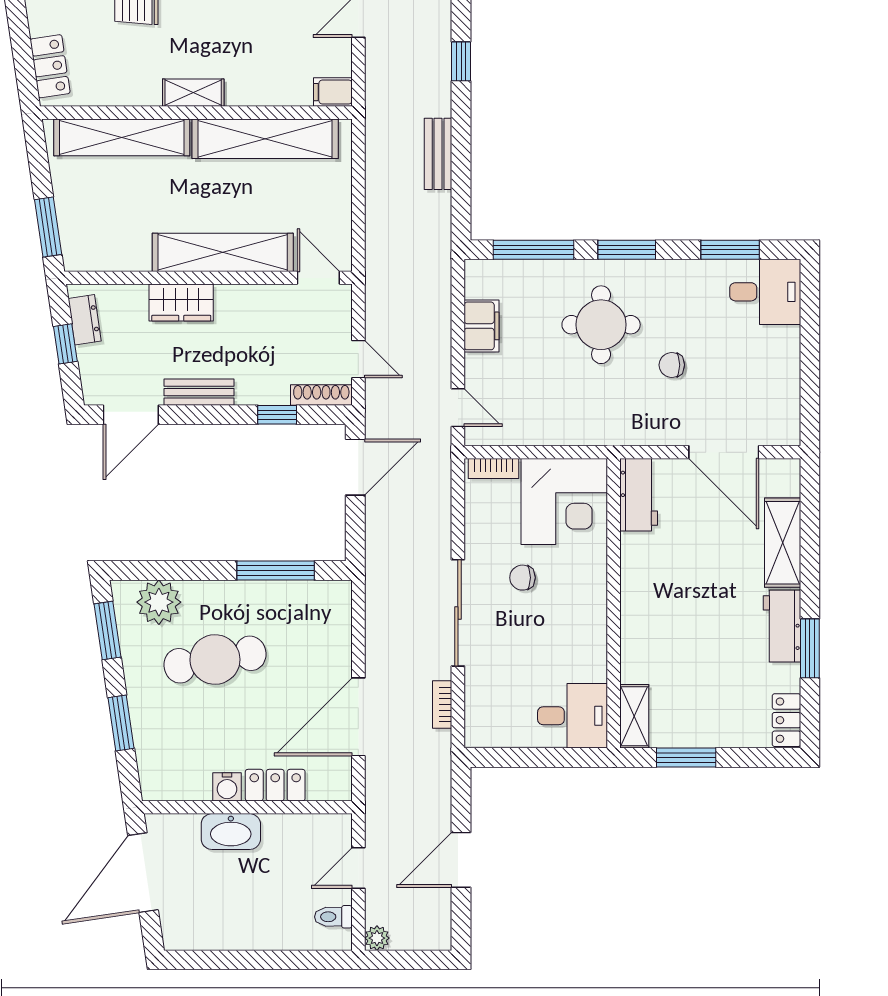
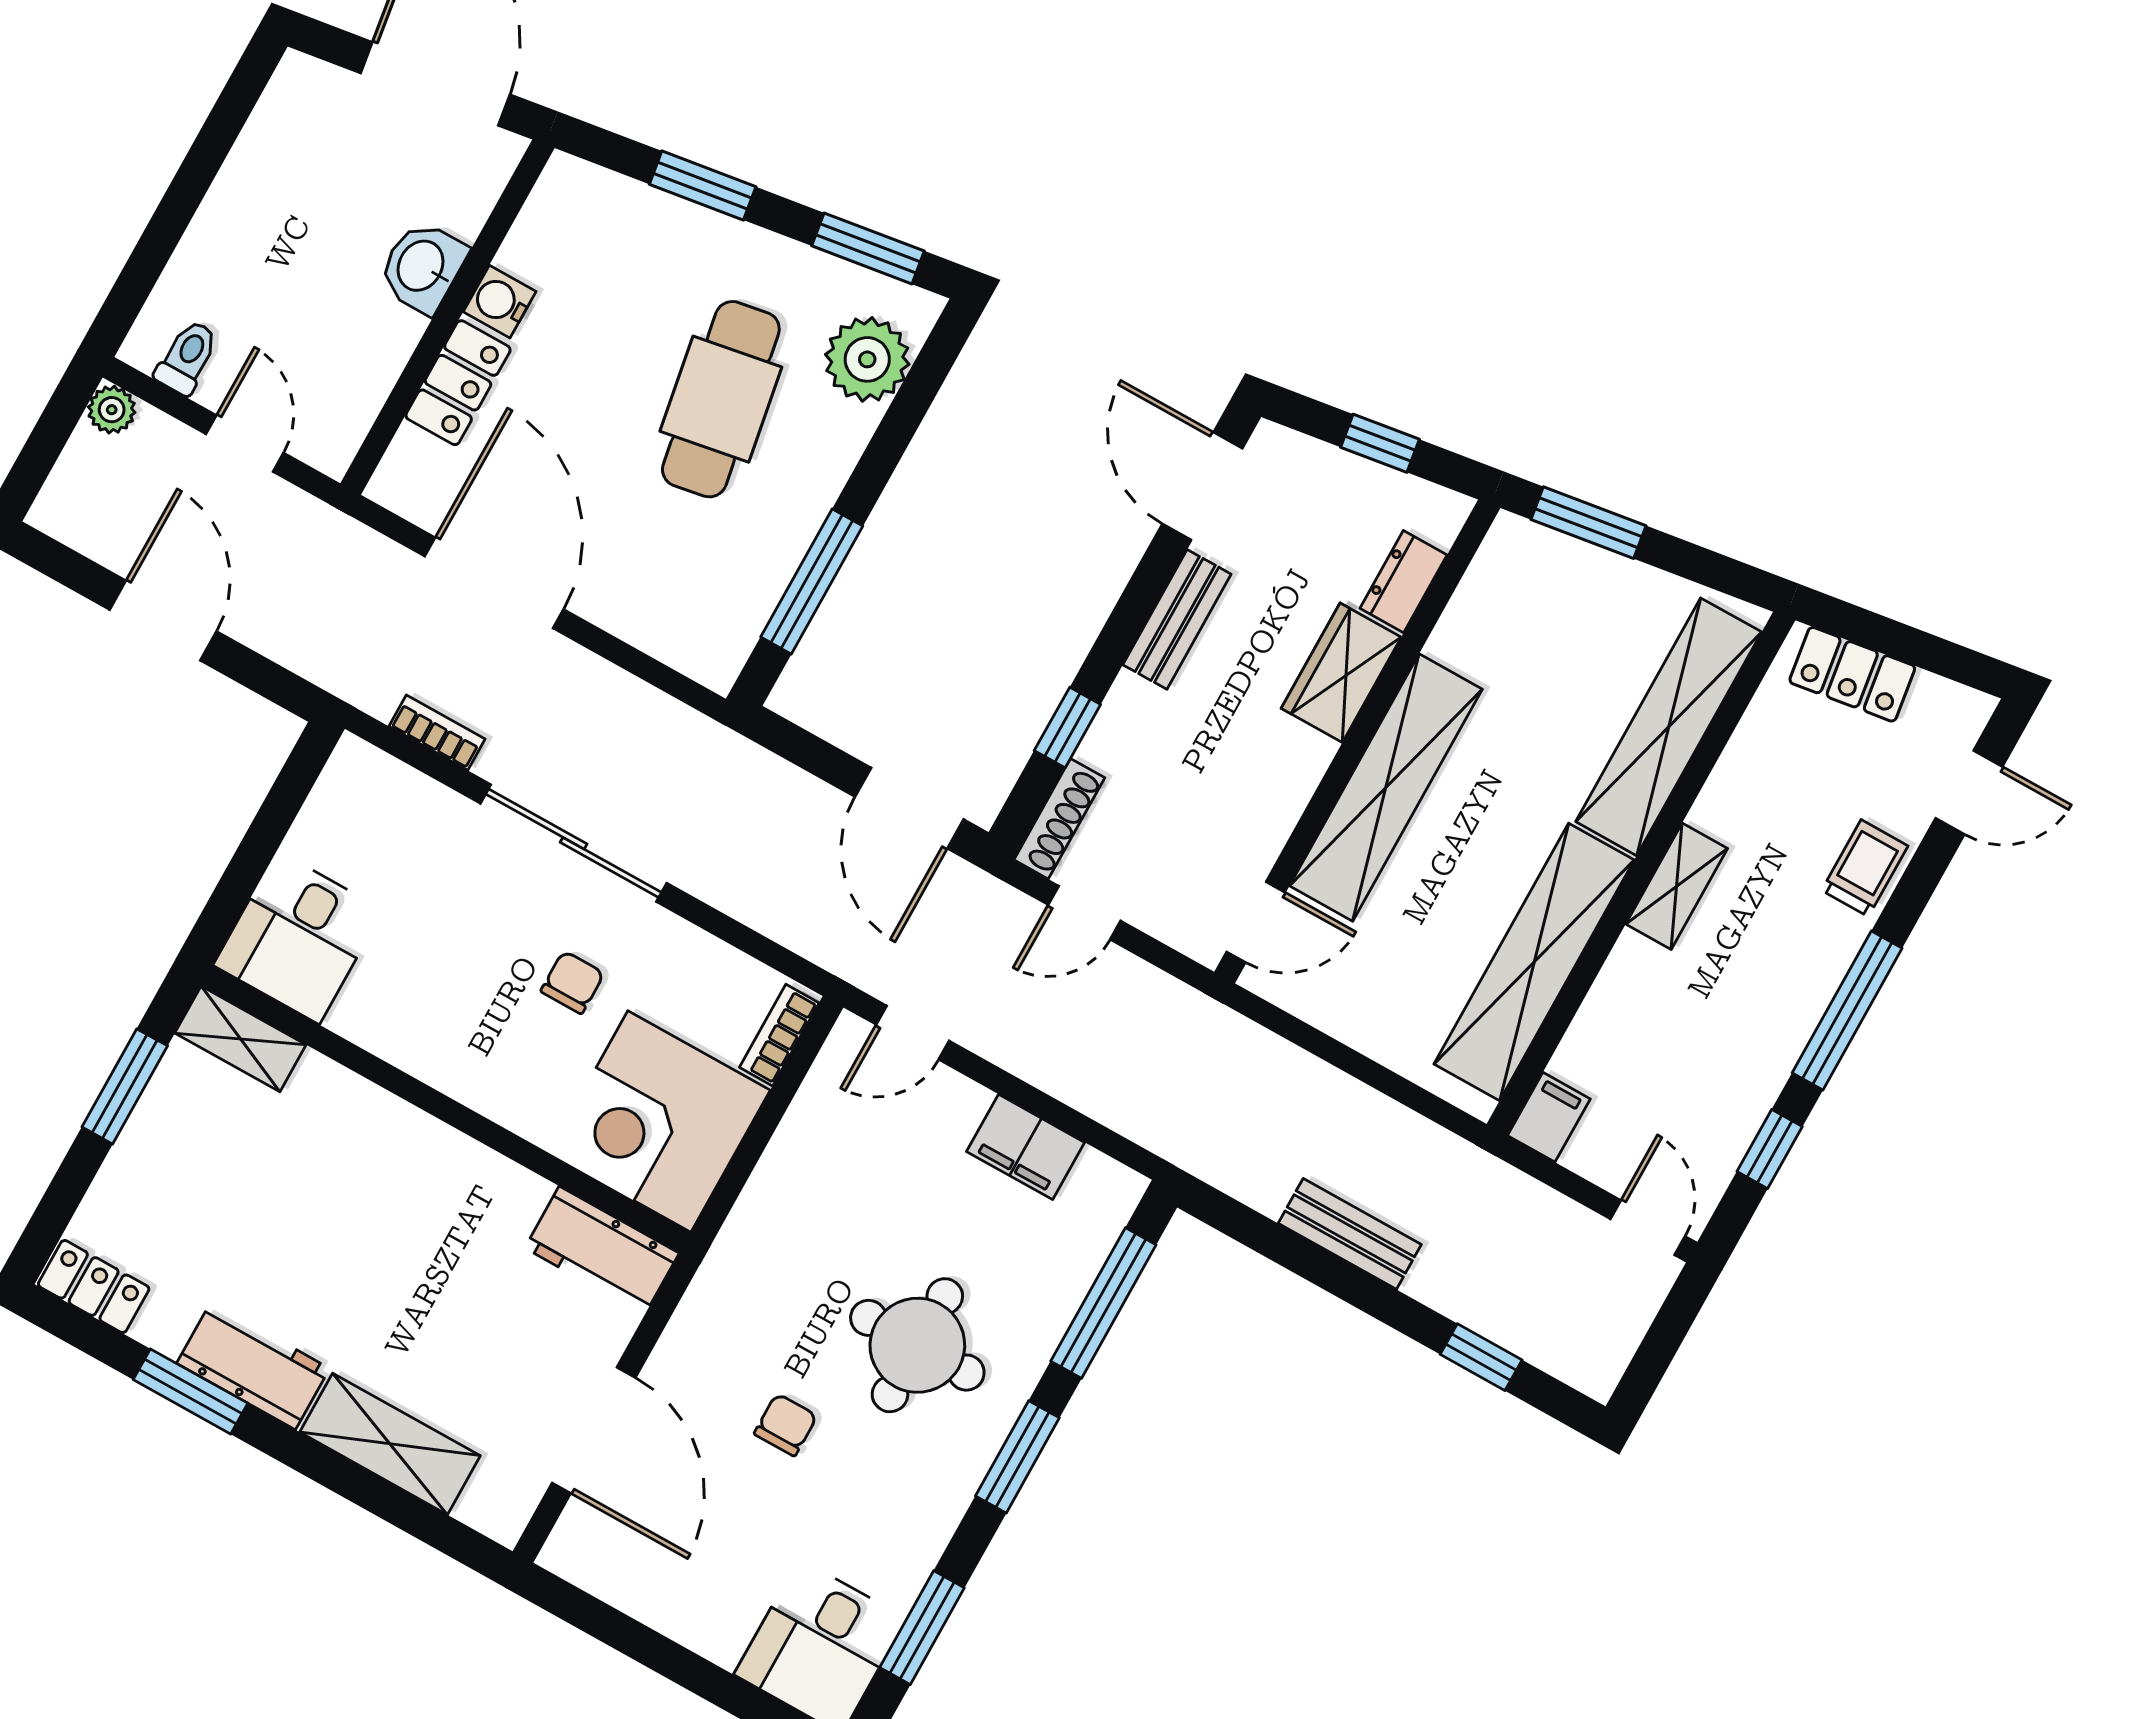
dresser: (85, 320) -> (1404, 582), moved, turned 98
door: (724, 452) -> (594, 1430), swing flipped
washbasin: (231, 832) -> (422, 267), width x0.72

